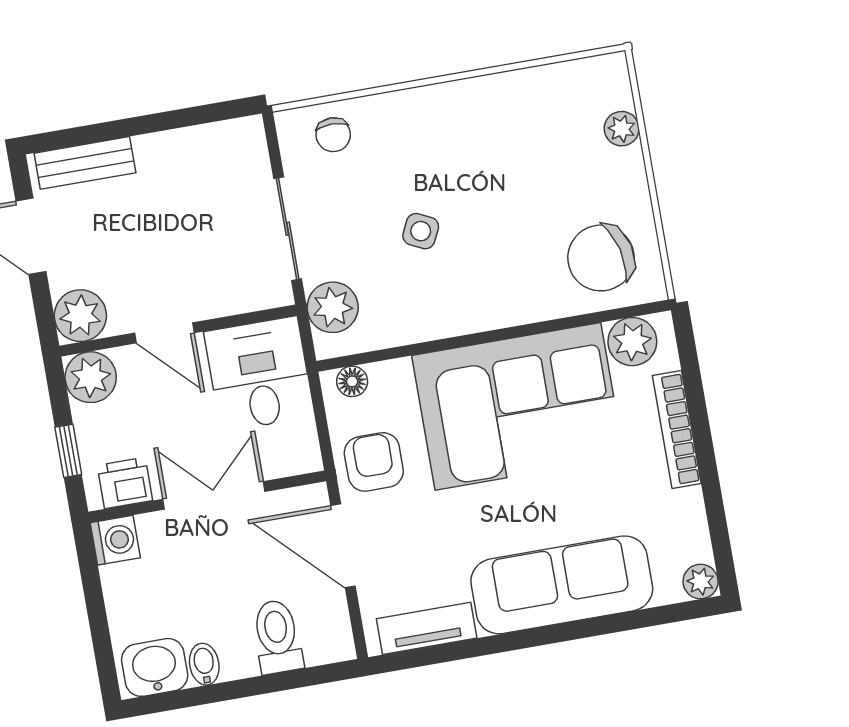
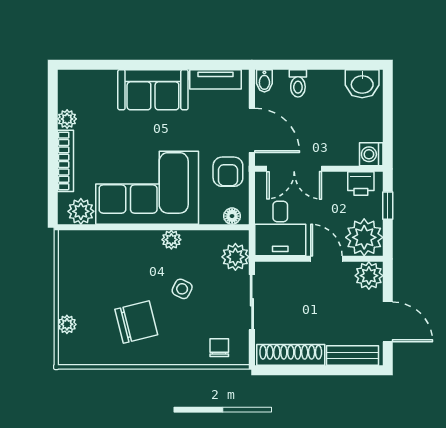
shoe rack: (199, 144) -> (291, 355), added
chair: (601, 258) -> (136, 322), moved
plant: (456, 318) -> (171, 240), added
plant: (91, 377) -> (364, 237), width x1.36, depth x1.36
double door: (214, 495) -> (294, 169), moved
plant: (701, 581) -> (67, 119), moved
sofa: (562, 585) -> (153, 90), width x0.73
toilet: (277, 637) -> (298, 83), width x0.73, depth x0.72
bidet: (204, 664) -> (264, 81), moved

